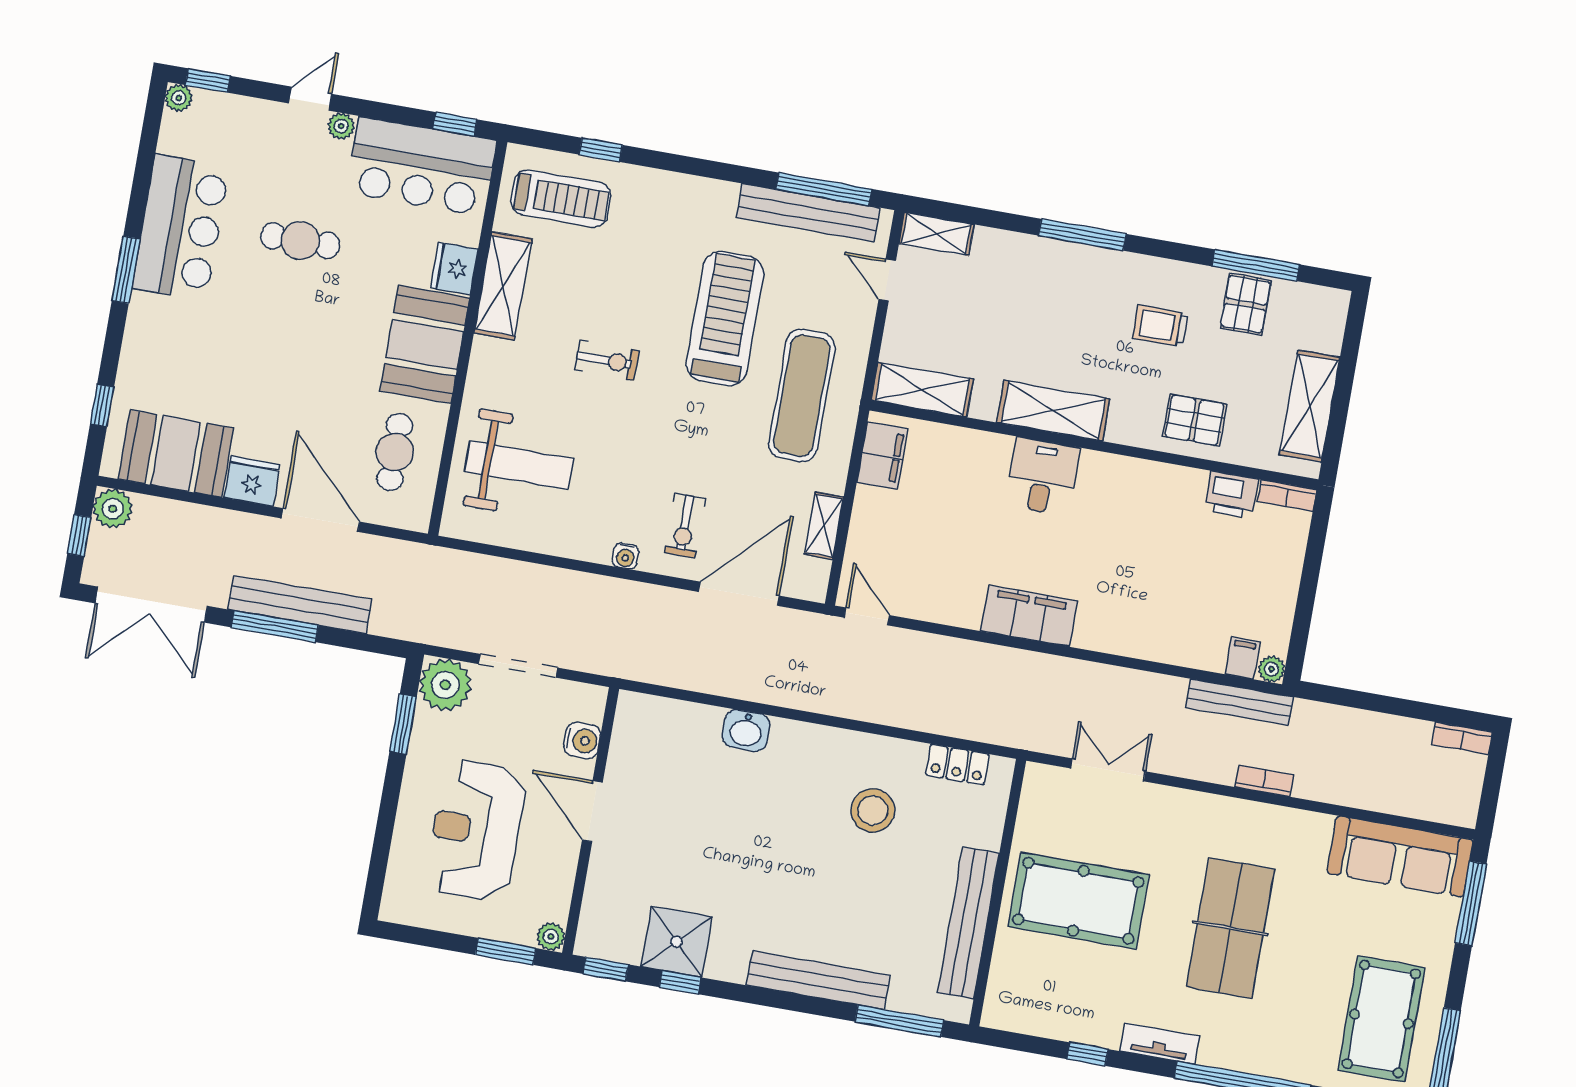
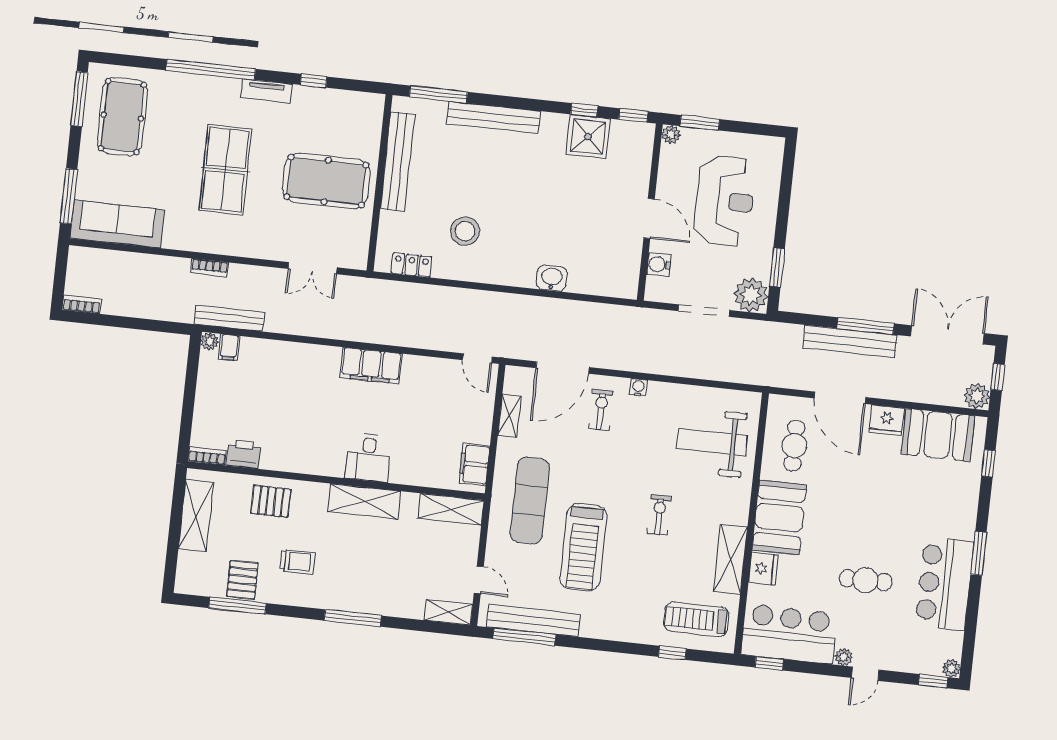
exercise bike: (607, 360) -> (659, 515), turned 90

